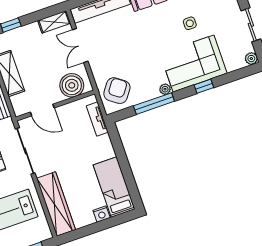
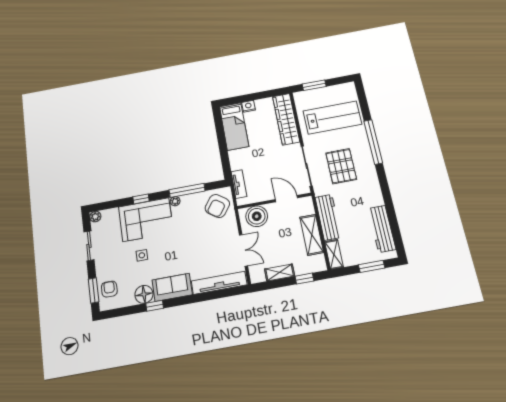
shelving: (54, 22) -> (280, 272), moved

